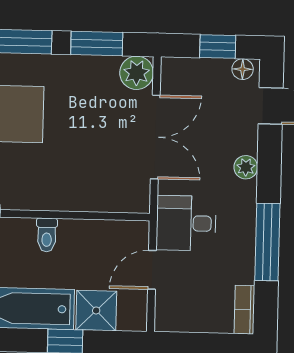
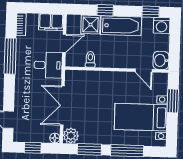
floor lamp: (243, 69) -> (55, 138), moved
plant: (246, 167) -> (20, 91), removed
toilet: (47, 235) -> (90, 59), moved
filing cabinet: (180, 315) -> (51, 22), added

